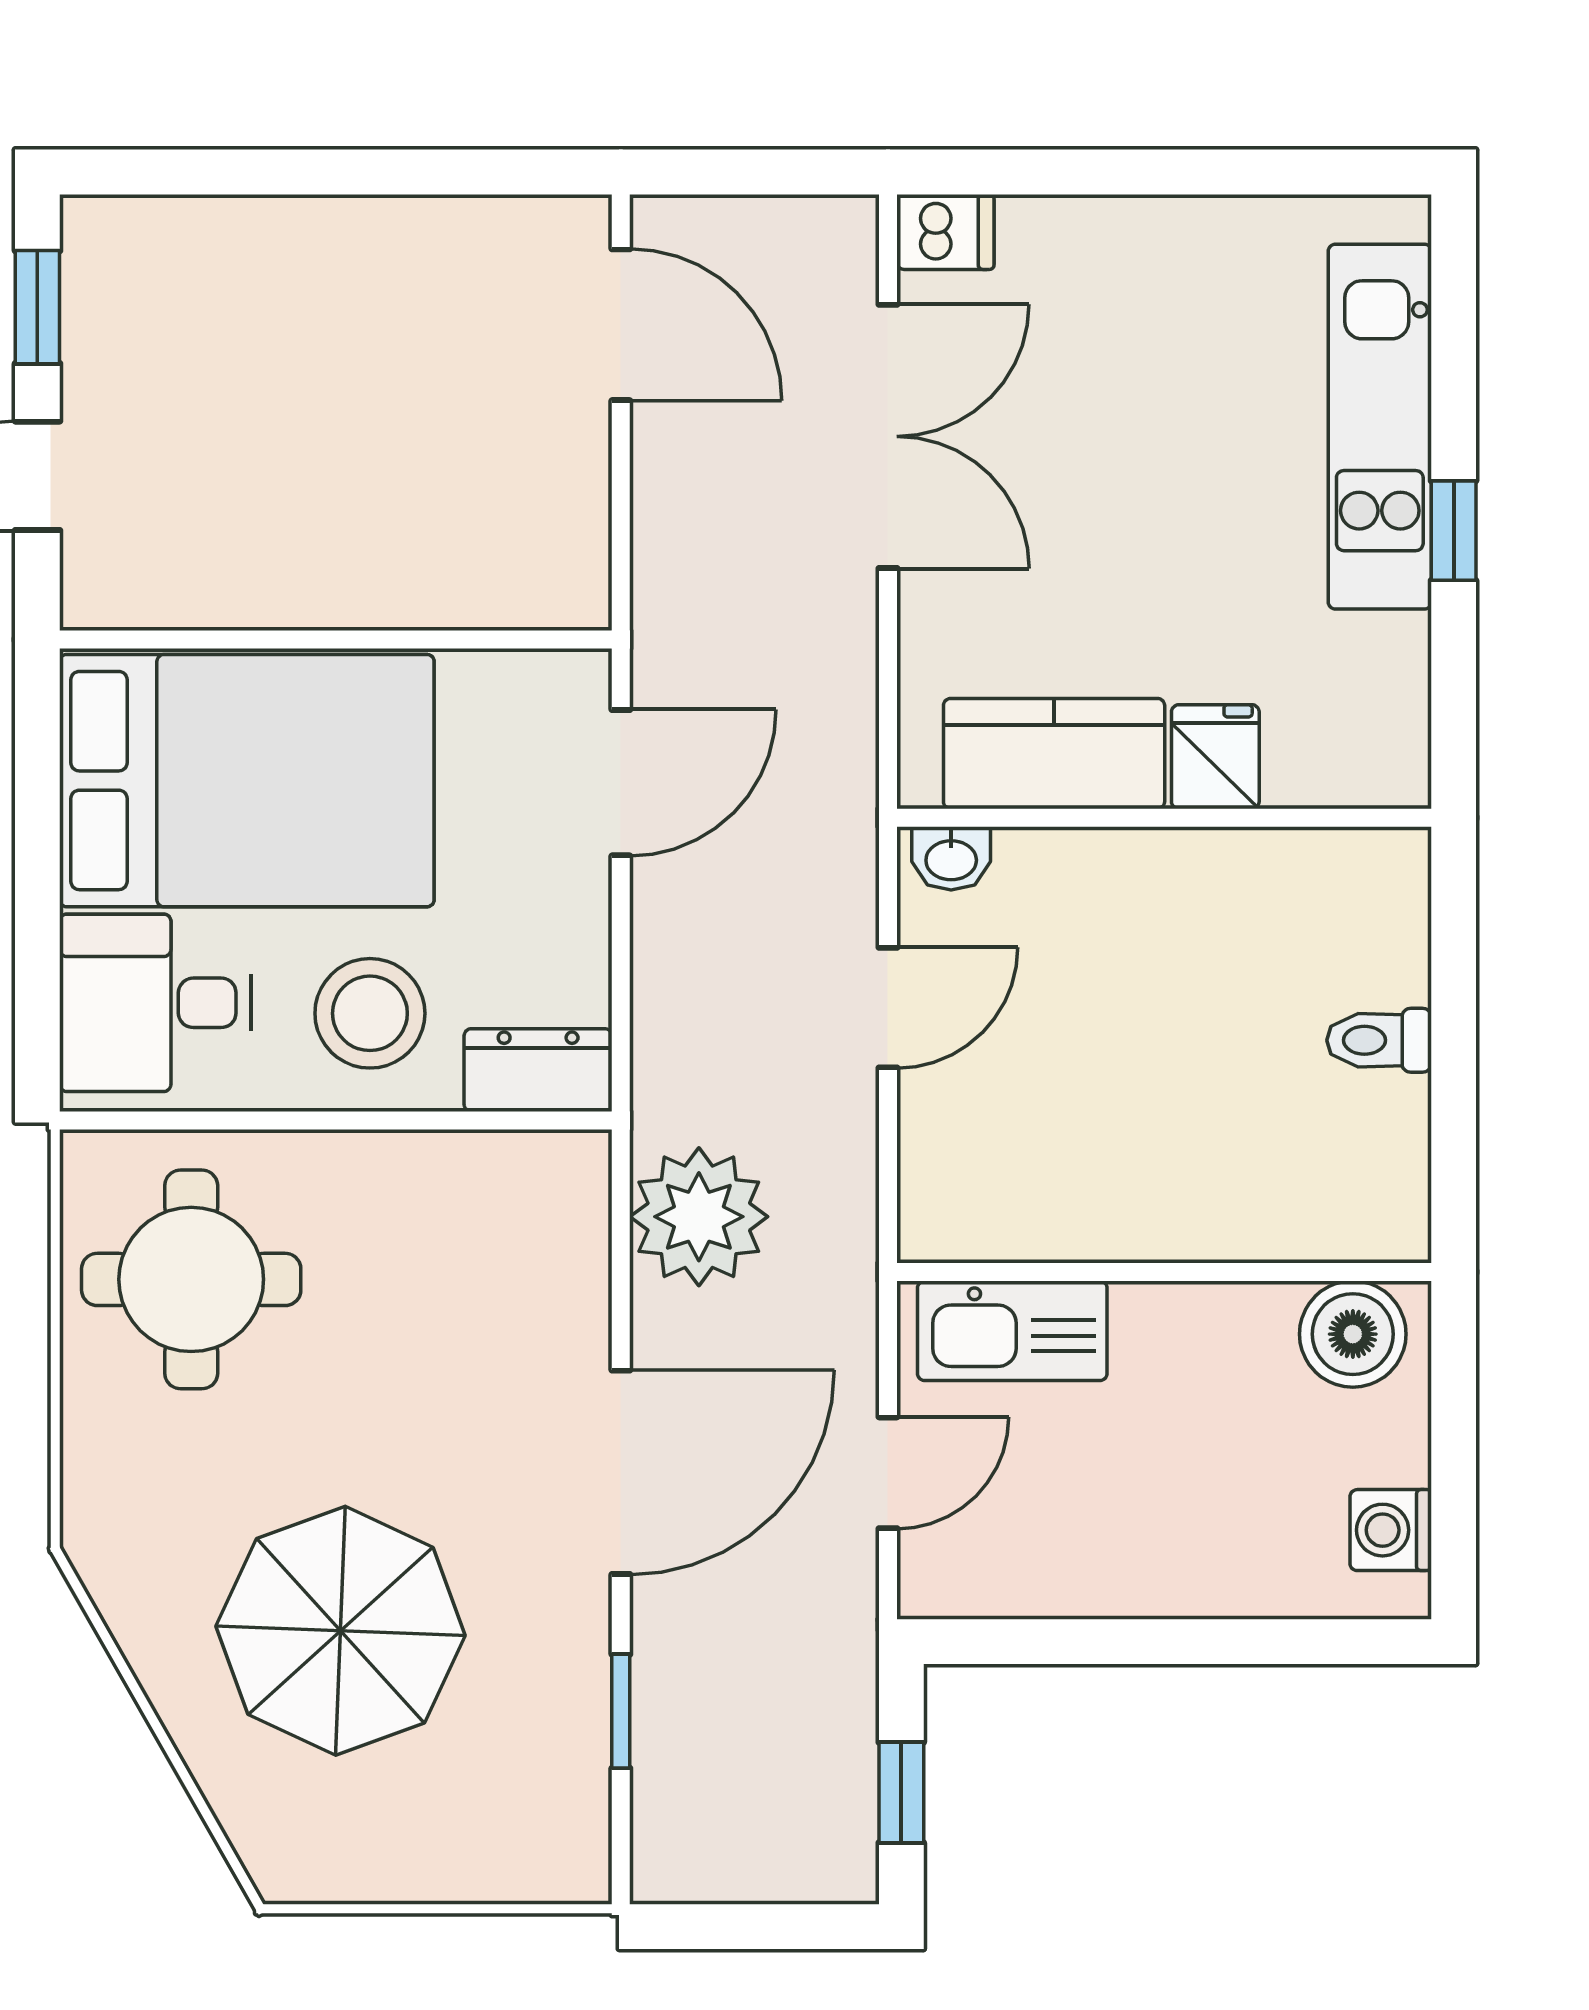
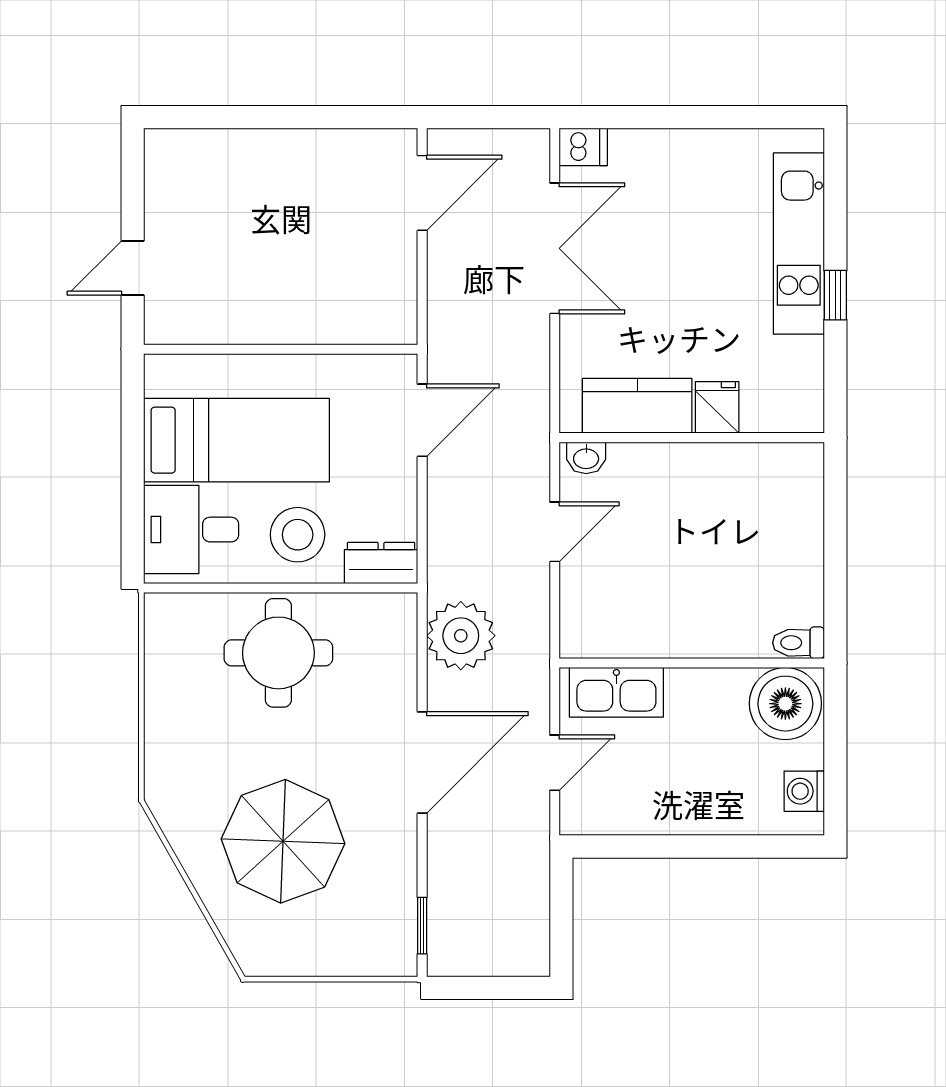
window: (37, 307) -> (133, 184), removed
door: (621, 325) -> (422, 193), hinge flipped
bed: (247, 781) -> (236, 440), width x0.67
toilet: (1379, 1040) -> (798, 643), moved
round table: (191, 1279) -> (278, 653), moved
boiler: (1353, 1334) -> (785, 704), width x1.37, depth x1.37
window: (621, 1711) -> (422, 926), moved
window: (901, 1793) -> (561, 921), removed

